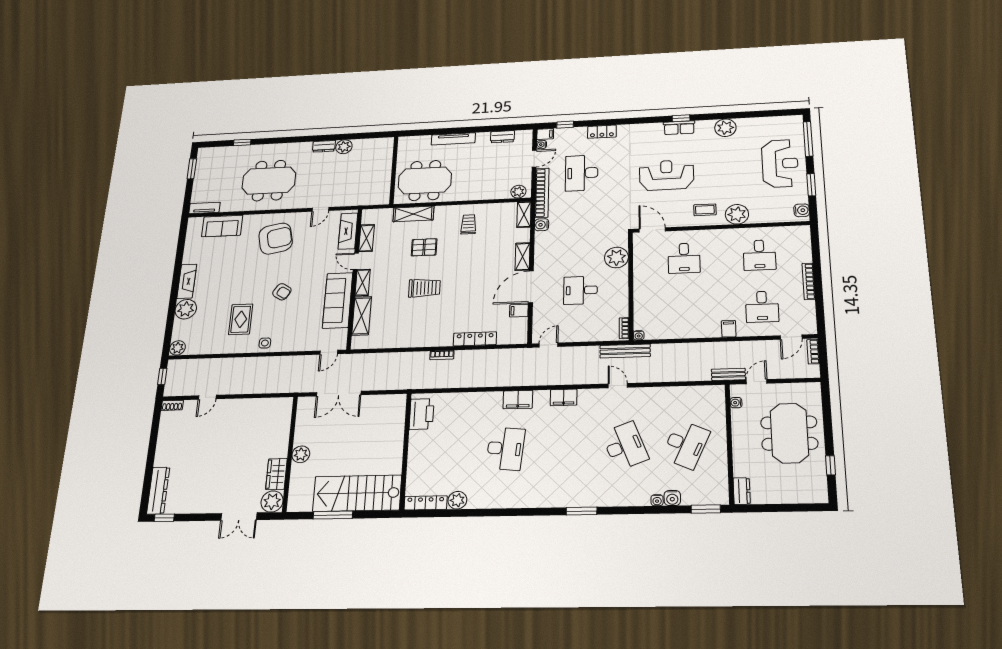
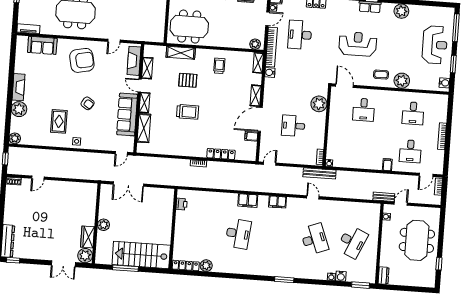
printer: (422, 414) -> (182, 204), width x0.53, depth x0.68

